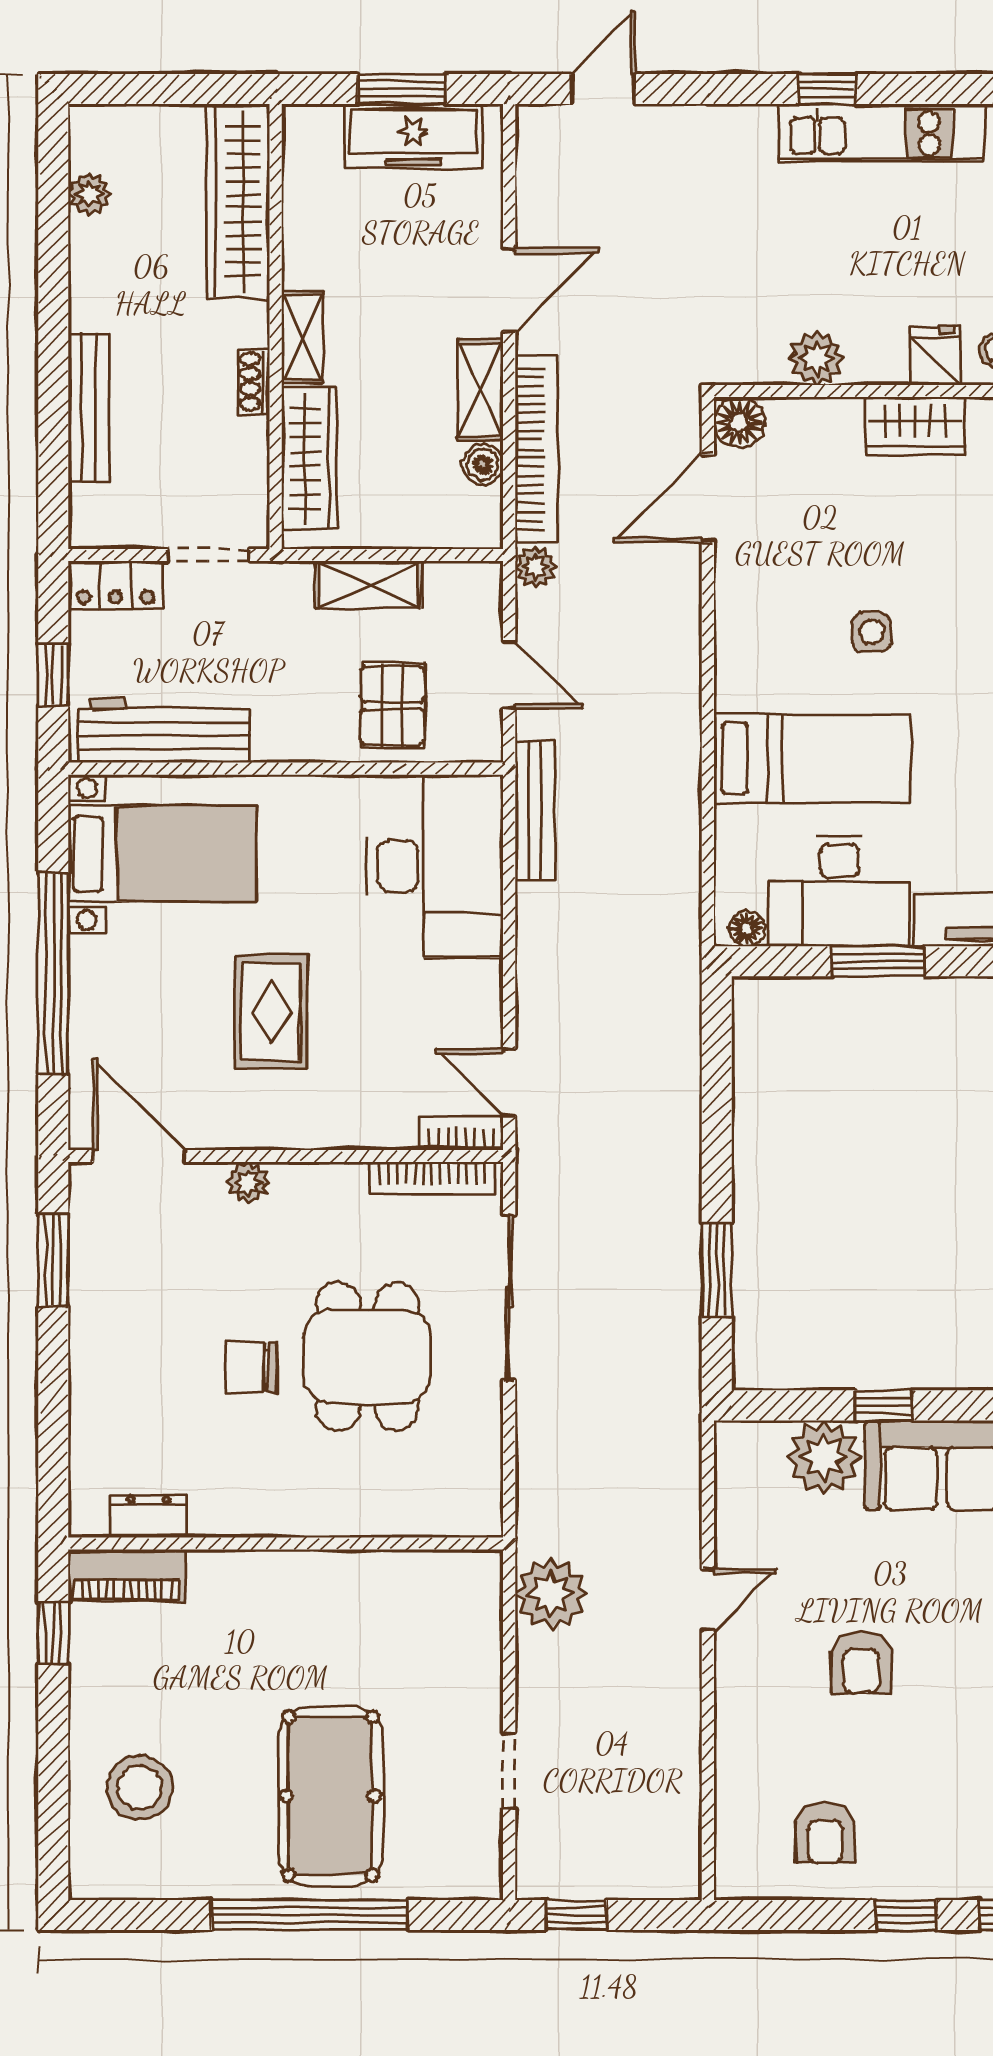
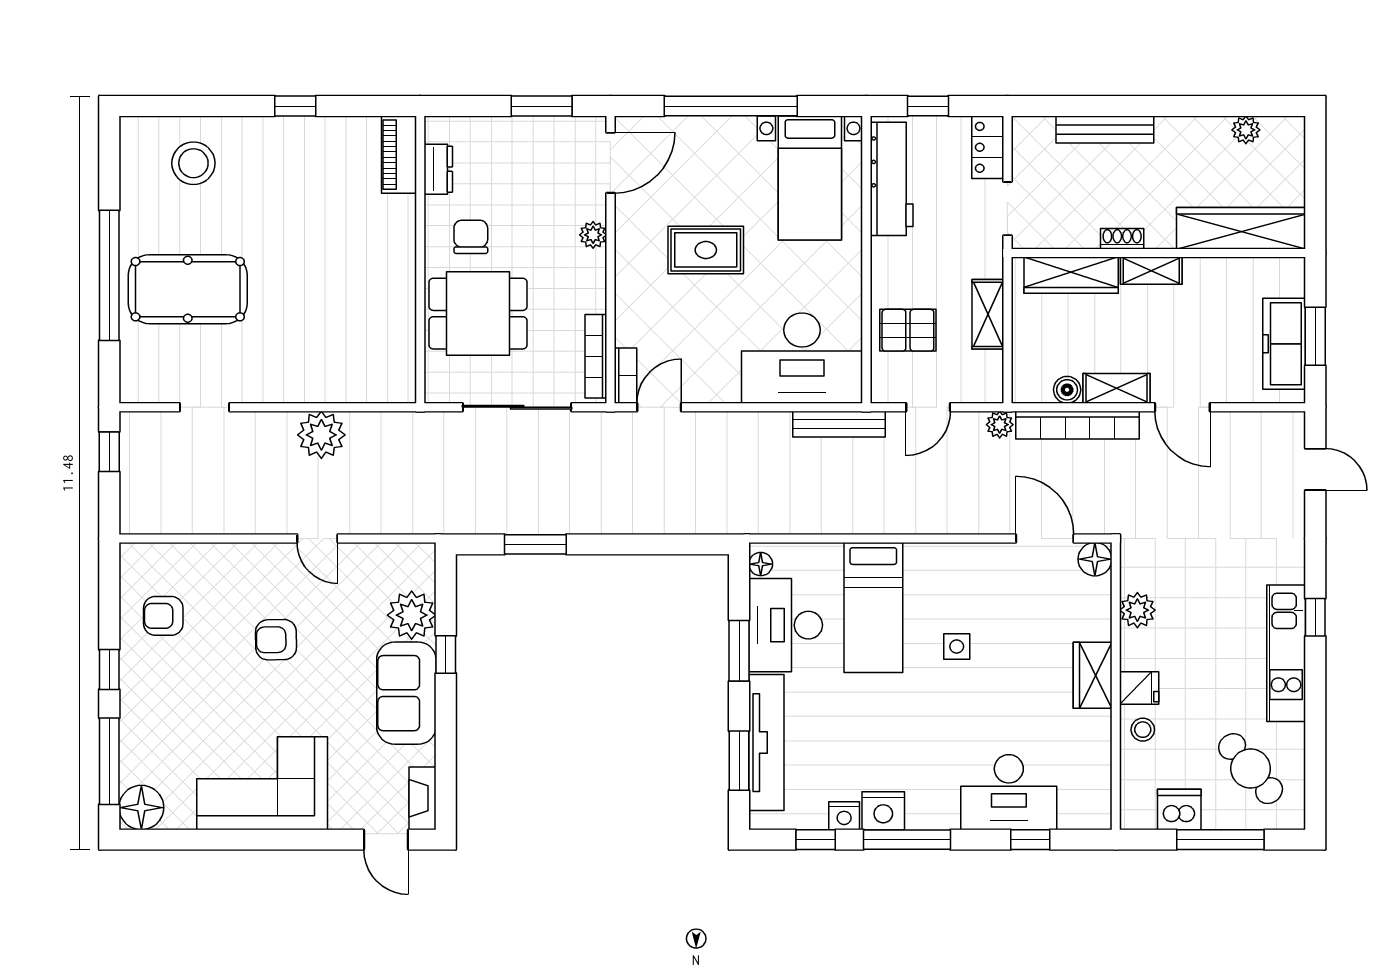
dresser: (149, 1516) -> (438, 169), moved
wall: (286, 1543) -> (420, 260), moved
piano: (127, 1576) -> (399, 155), moved

